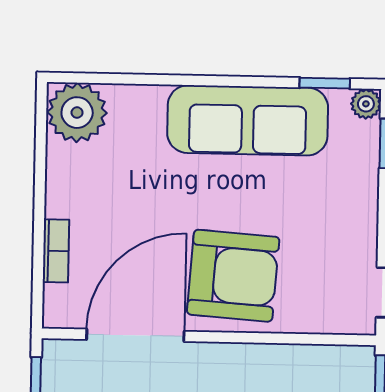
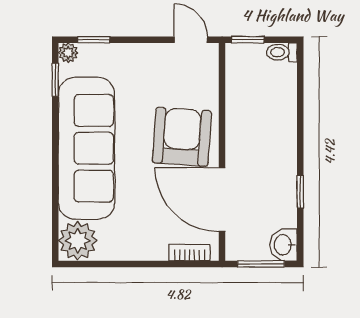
sofa: (248, 120) -> (86, 148), width x1.36, depth x1.27
bookcase: (56, 251) -> (190, 253), moved

